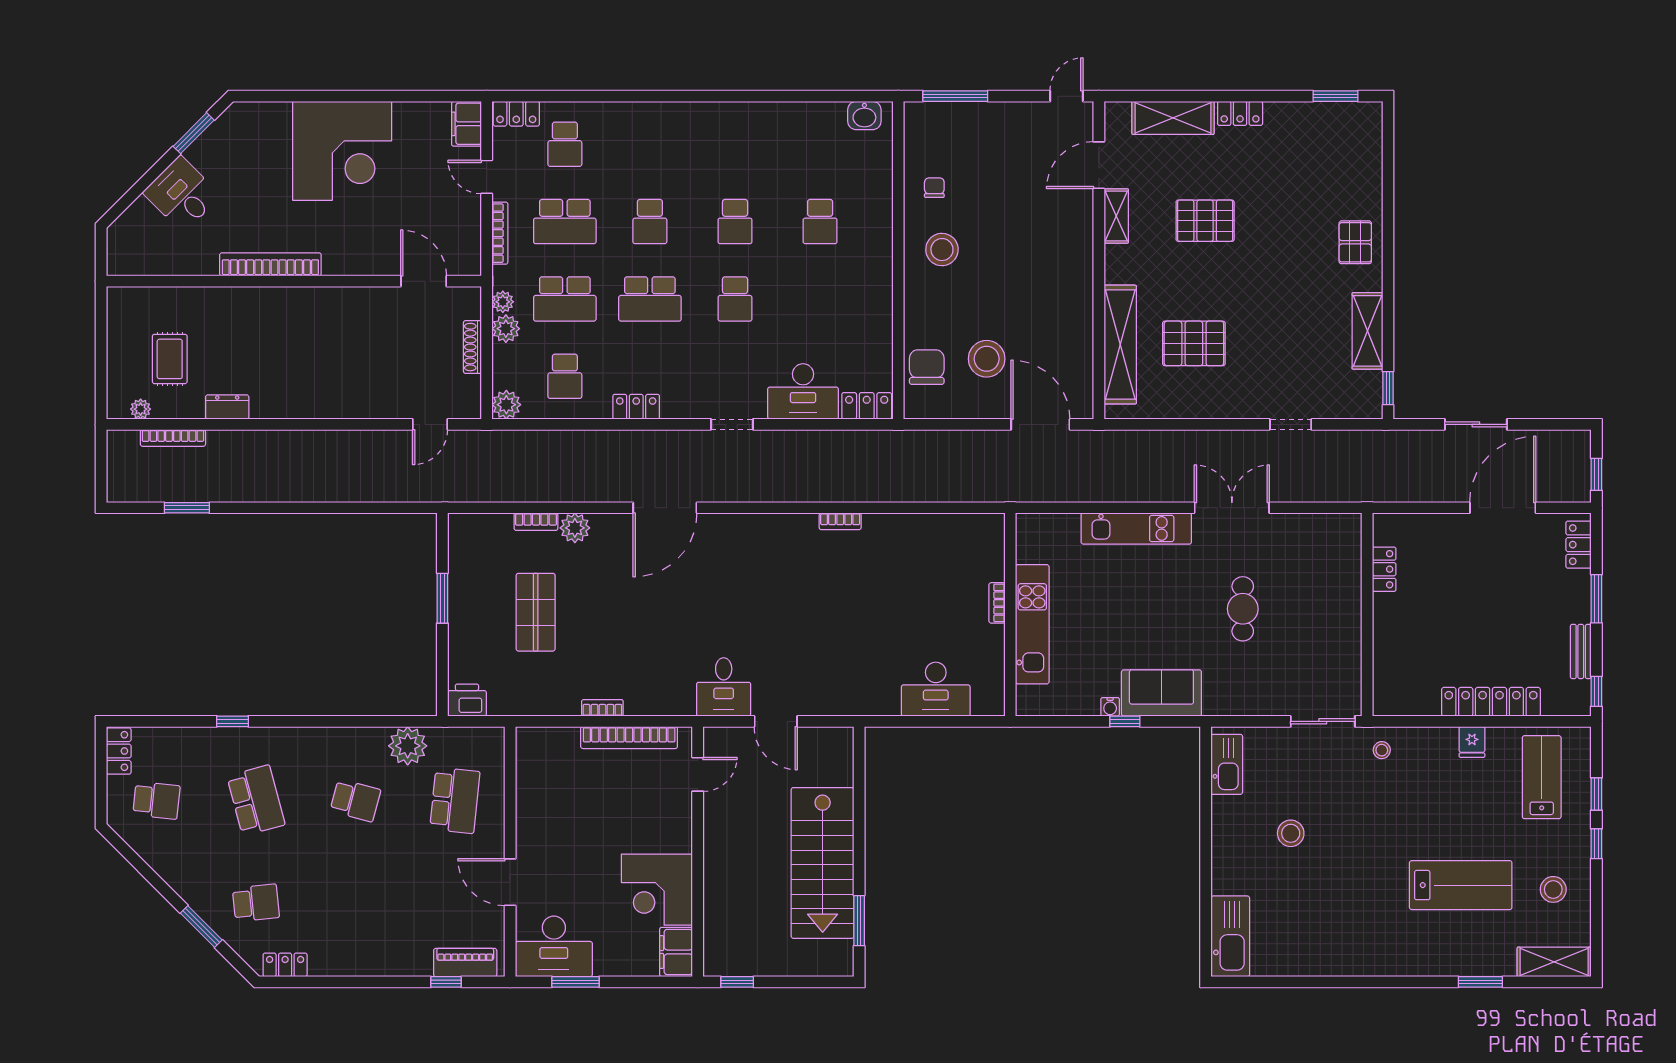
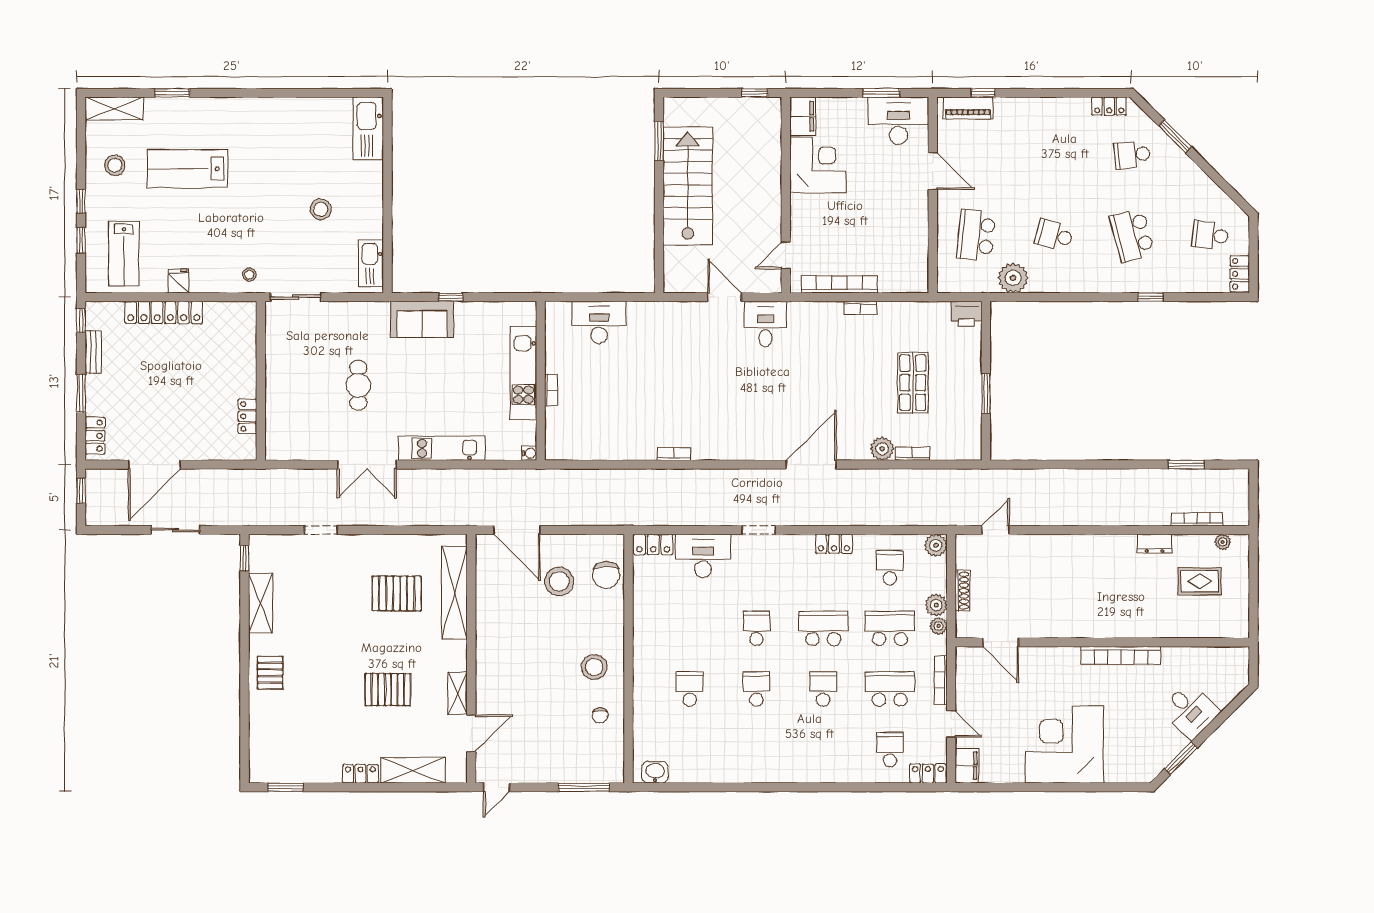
rug: (170, 359) -> (1200, 581), turned 90
water cooler: (1110, 707) -> (529, 453), moved, turned 90

